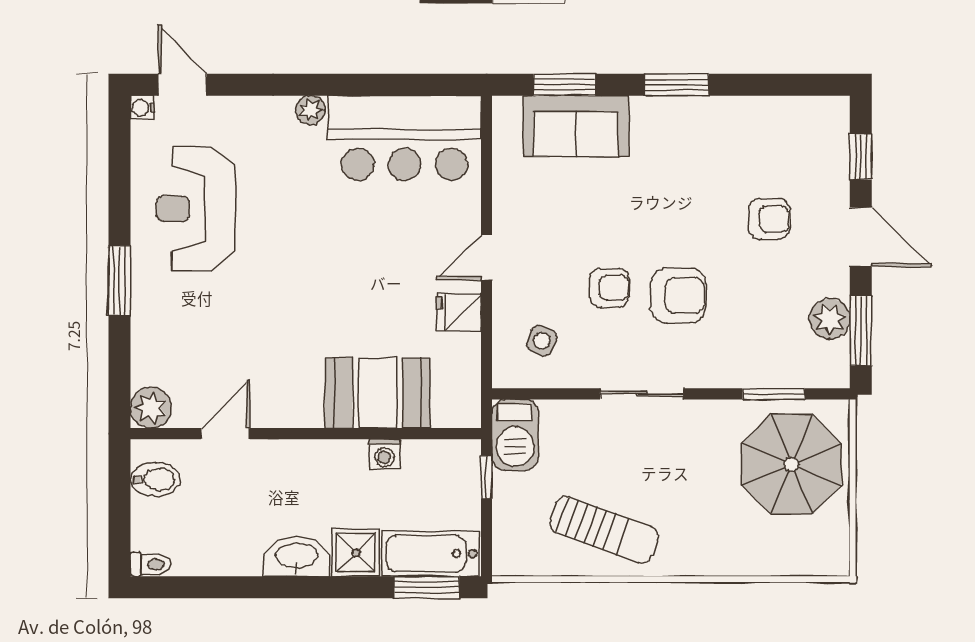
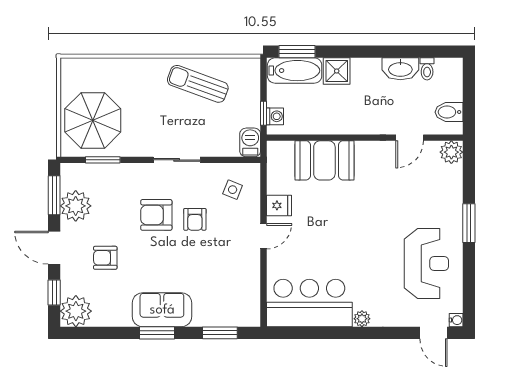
plant: (822, 124) -> (76, 311), added
sofa: (576, 126) -> (162, 310), moved
armchair: (609, 288) -> (195, 219), turned -90
plant: (830, 319) -> (76, 206), width x1.36, depth x1.36
barbecue: (515, 435) -> (250, 142), width x0.73, depth x0.79
washing machine: (384, 454) -> (275, 116), moved, turned 90
washbasin: (297, 557) -> (400, 69), moved
toilet: (150, 564) -> (427, 69), moved, turned -90

